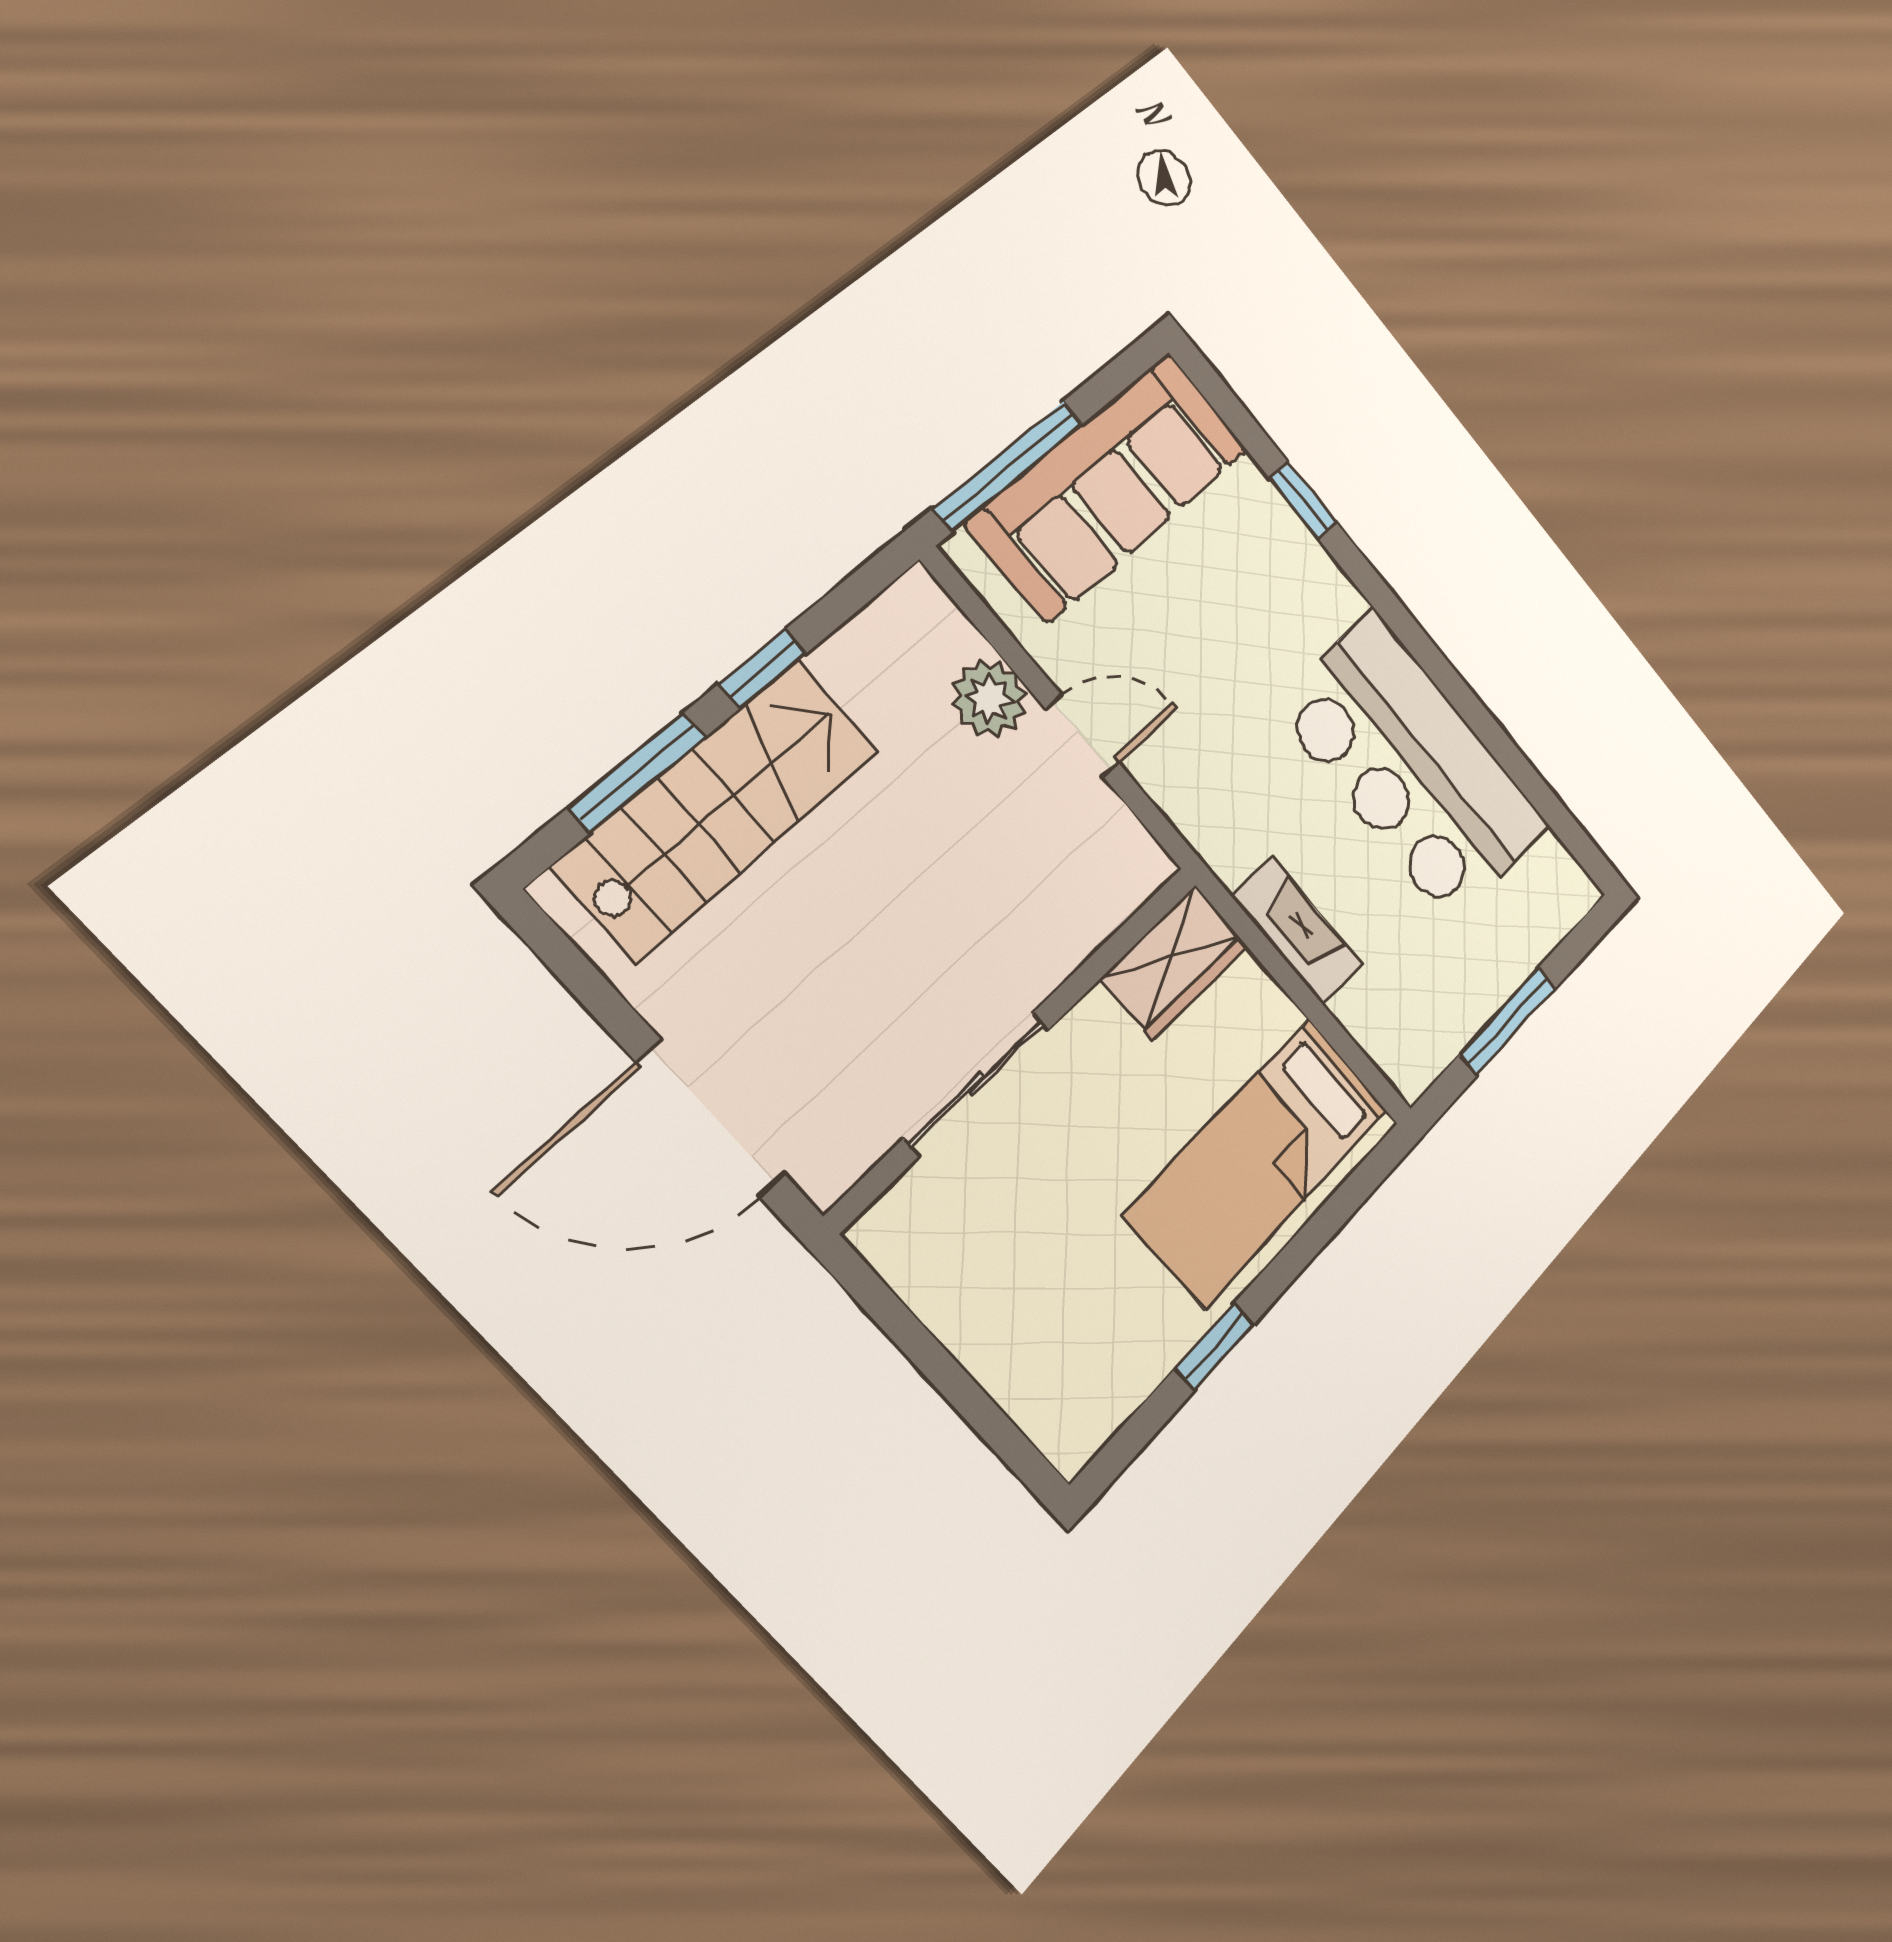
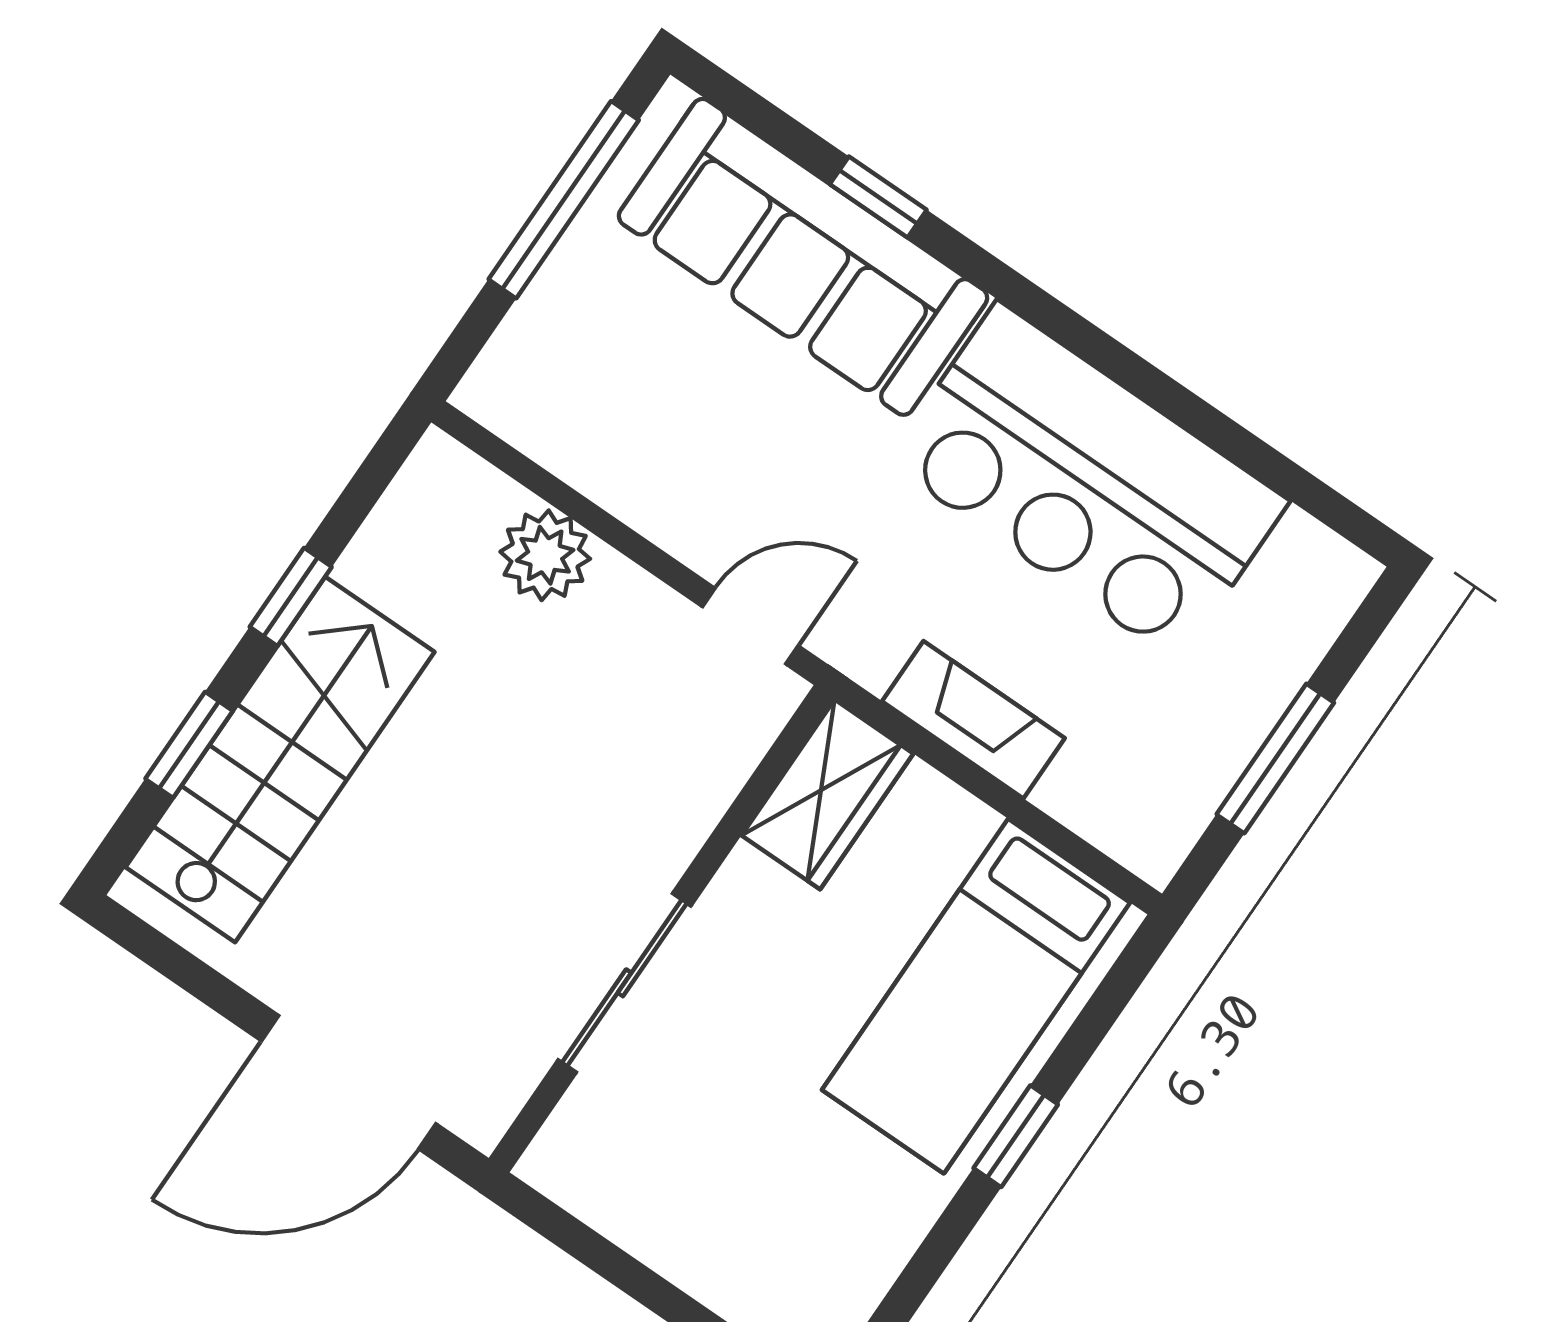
window: (1009, 466) -> (564, 200), moved
sofa: (1109, 486) -> (803, 257), moved, turned 90
door: (1082, 736) -> (750, 626), moved
window: (638, 772) -> (189, 745), width x0.67
window: (1214, 1346) -> (1016, 1136), moved

